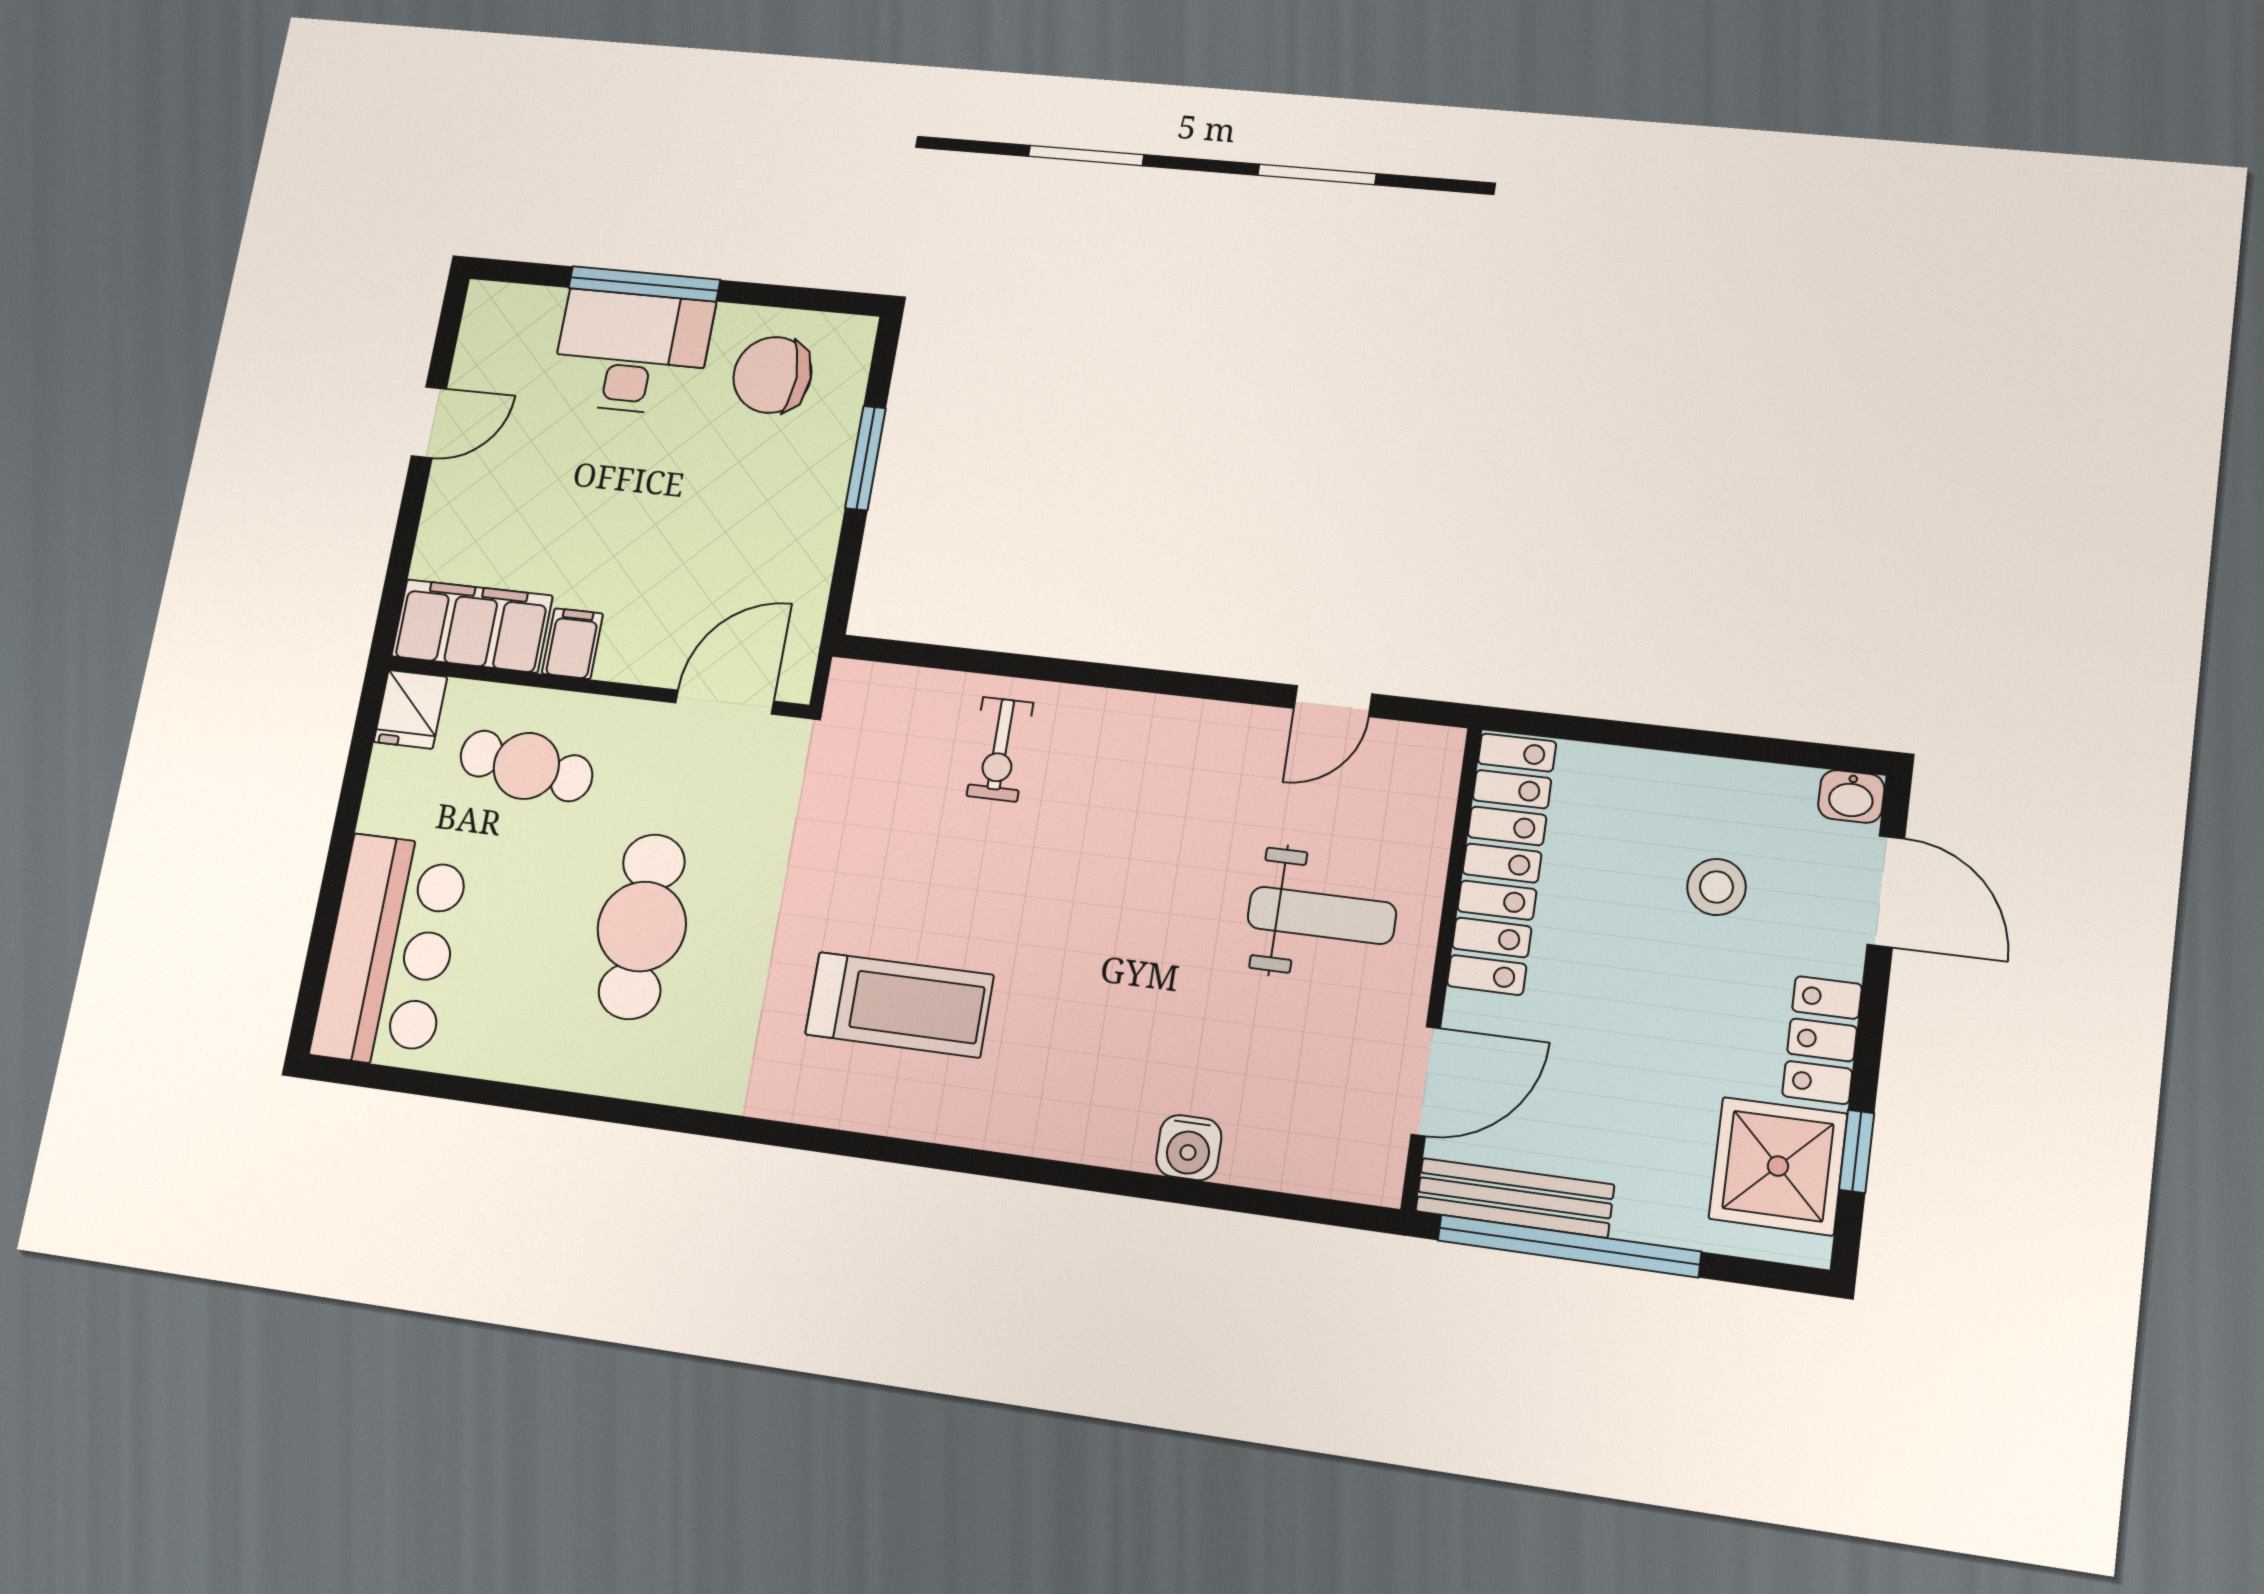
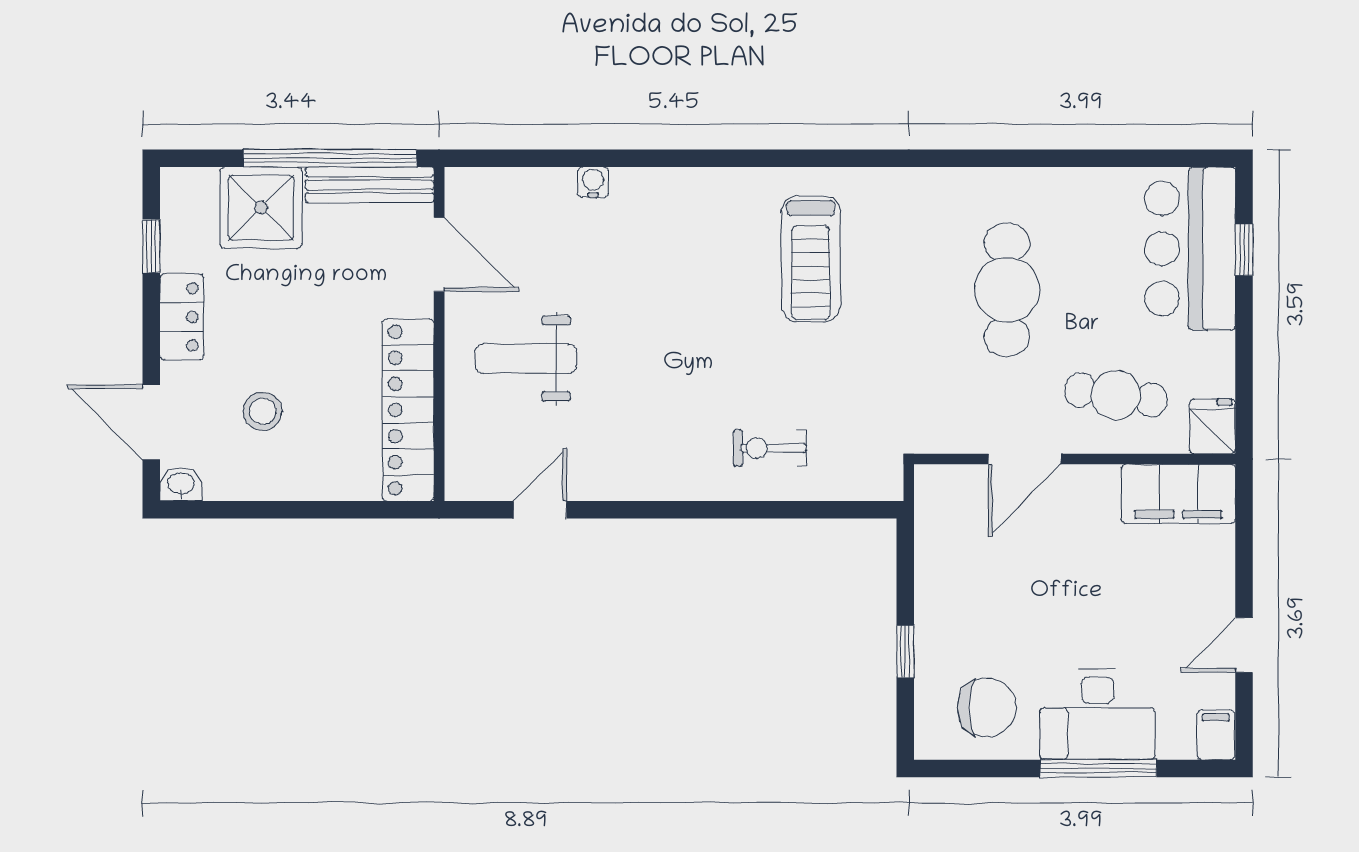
window: (866, 458) -> (905, 651), width x0.67
filing cabinet: (572, 644) -> (1216, 735), moved, turned 180
door: (725, 702) -> (1025, 459), moved
exercise bike: (1000, 749) -> (770, 448), turned -90
window: (321, 940) -> (1244, 250), added
treadmill: (899, 1005) -> (811, 259), turned -90
door: (1426, 1081) -> (439, 255), swing flipped
water cooler: (1189, 1148) -> (593, 182), width x0.72, depth x0.72
shower: (1778, 1166) -> (261, 208), moved

